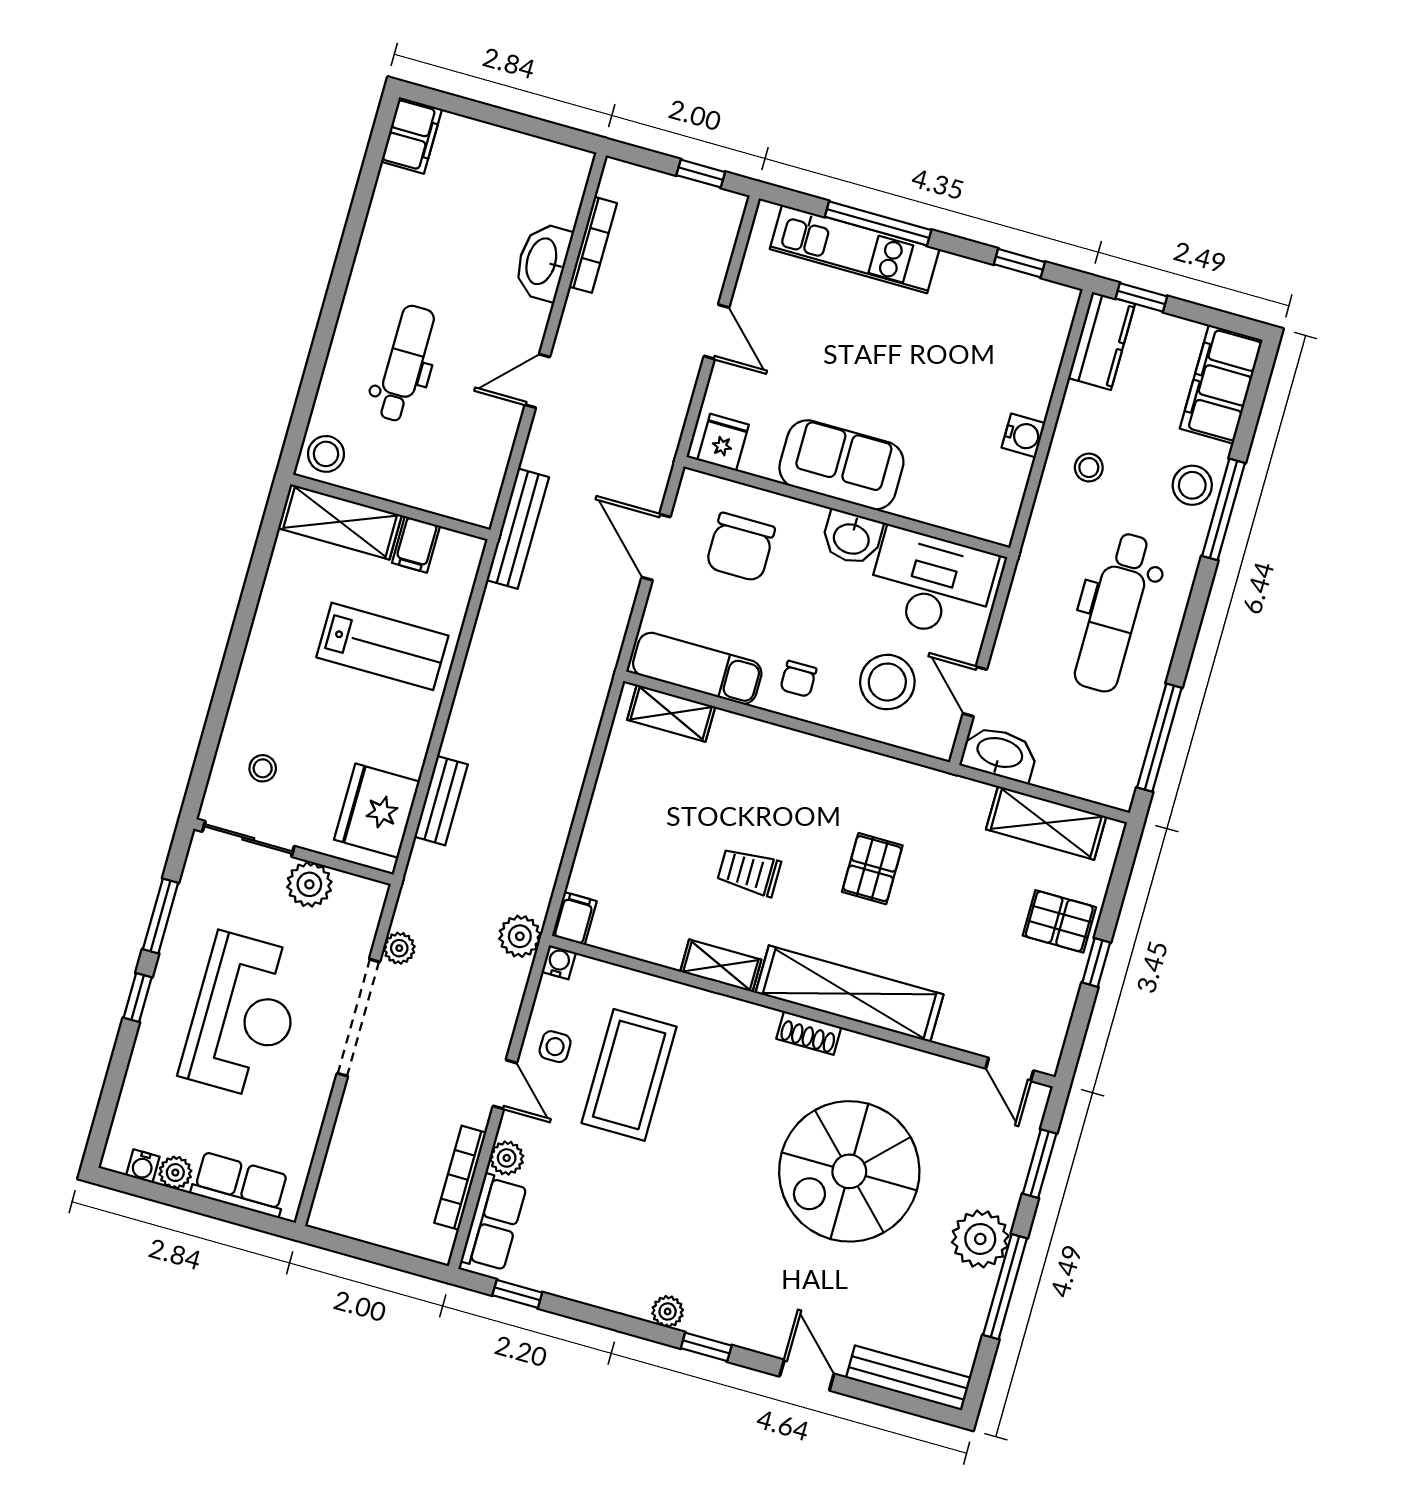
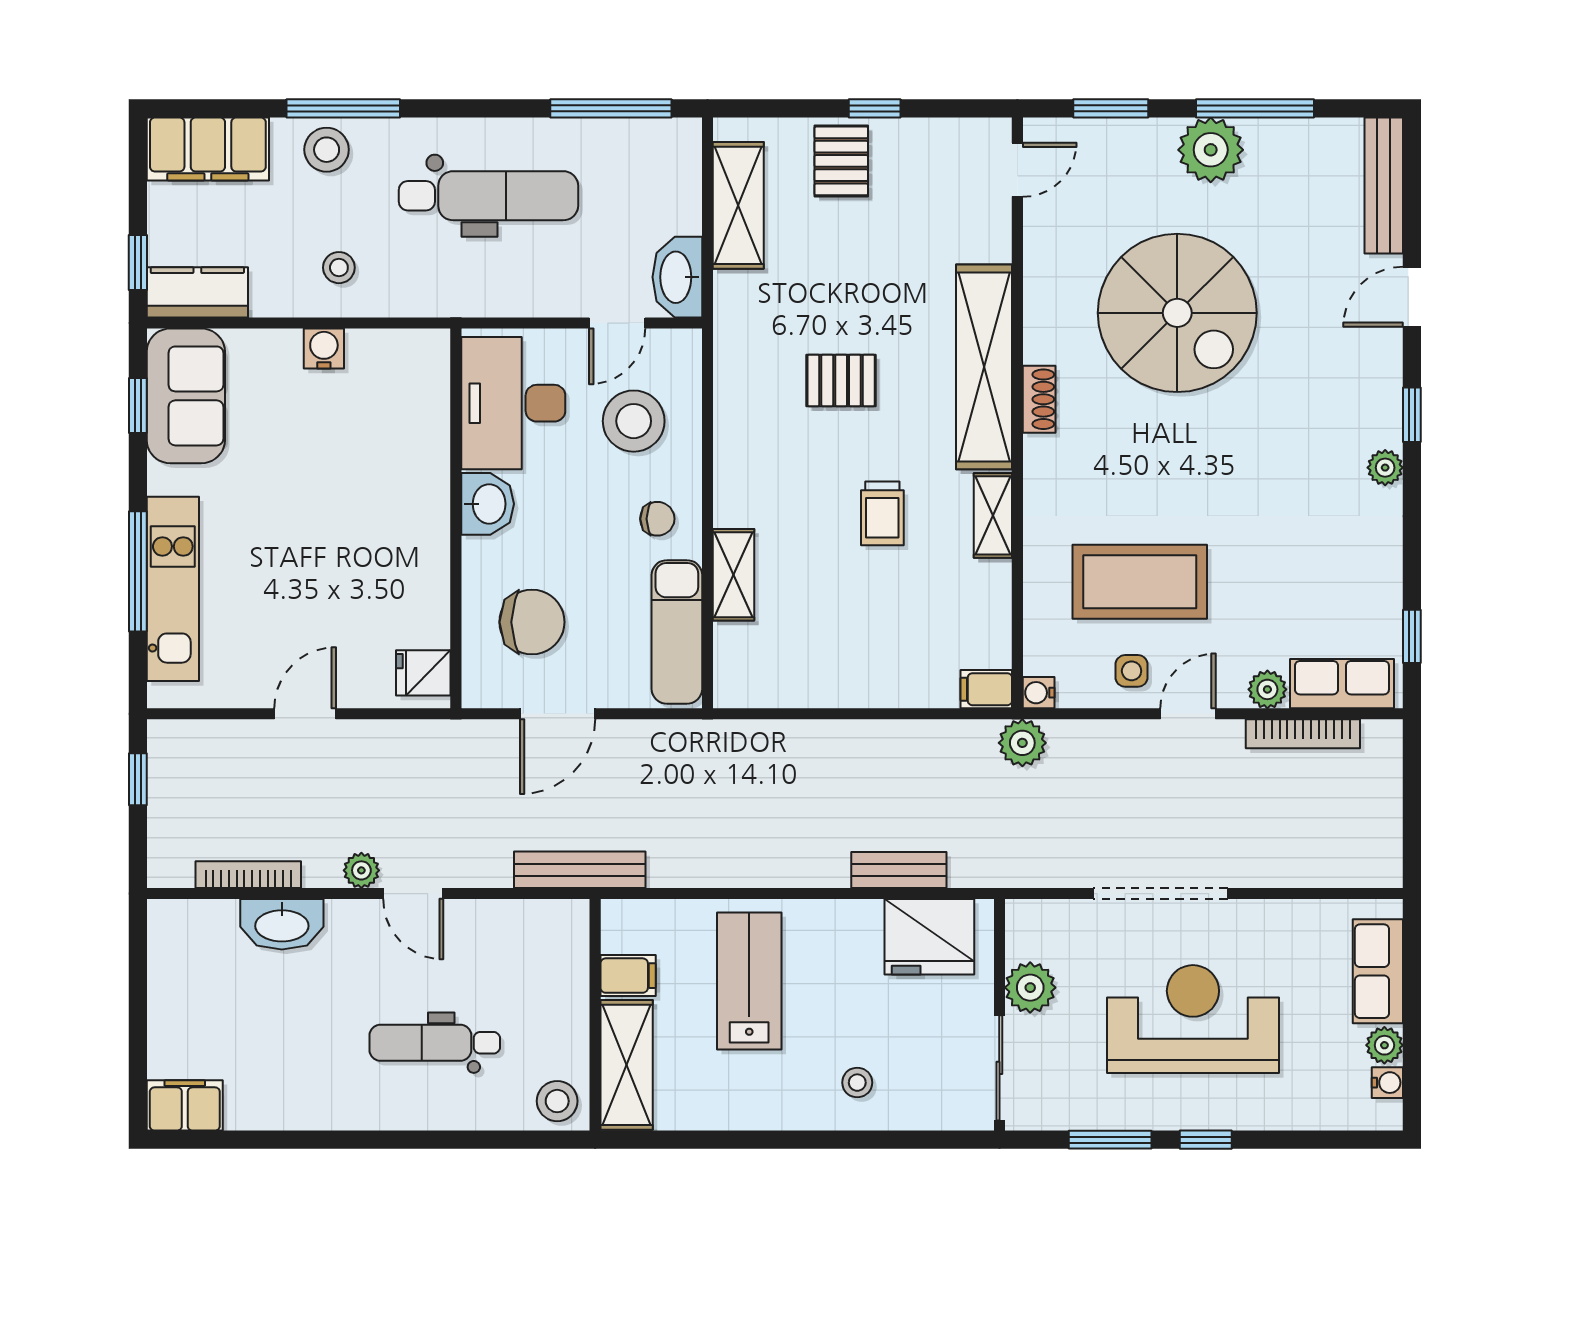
sofa: (841, 465) -> (186, 396), moved, turned 180
shelving: (671, 713) -> (734, 575), moved
stool: (263, 768) -> (857, 1083), moved
plant: (399, 948) -> (361, 870), moved

